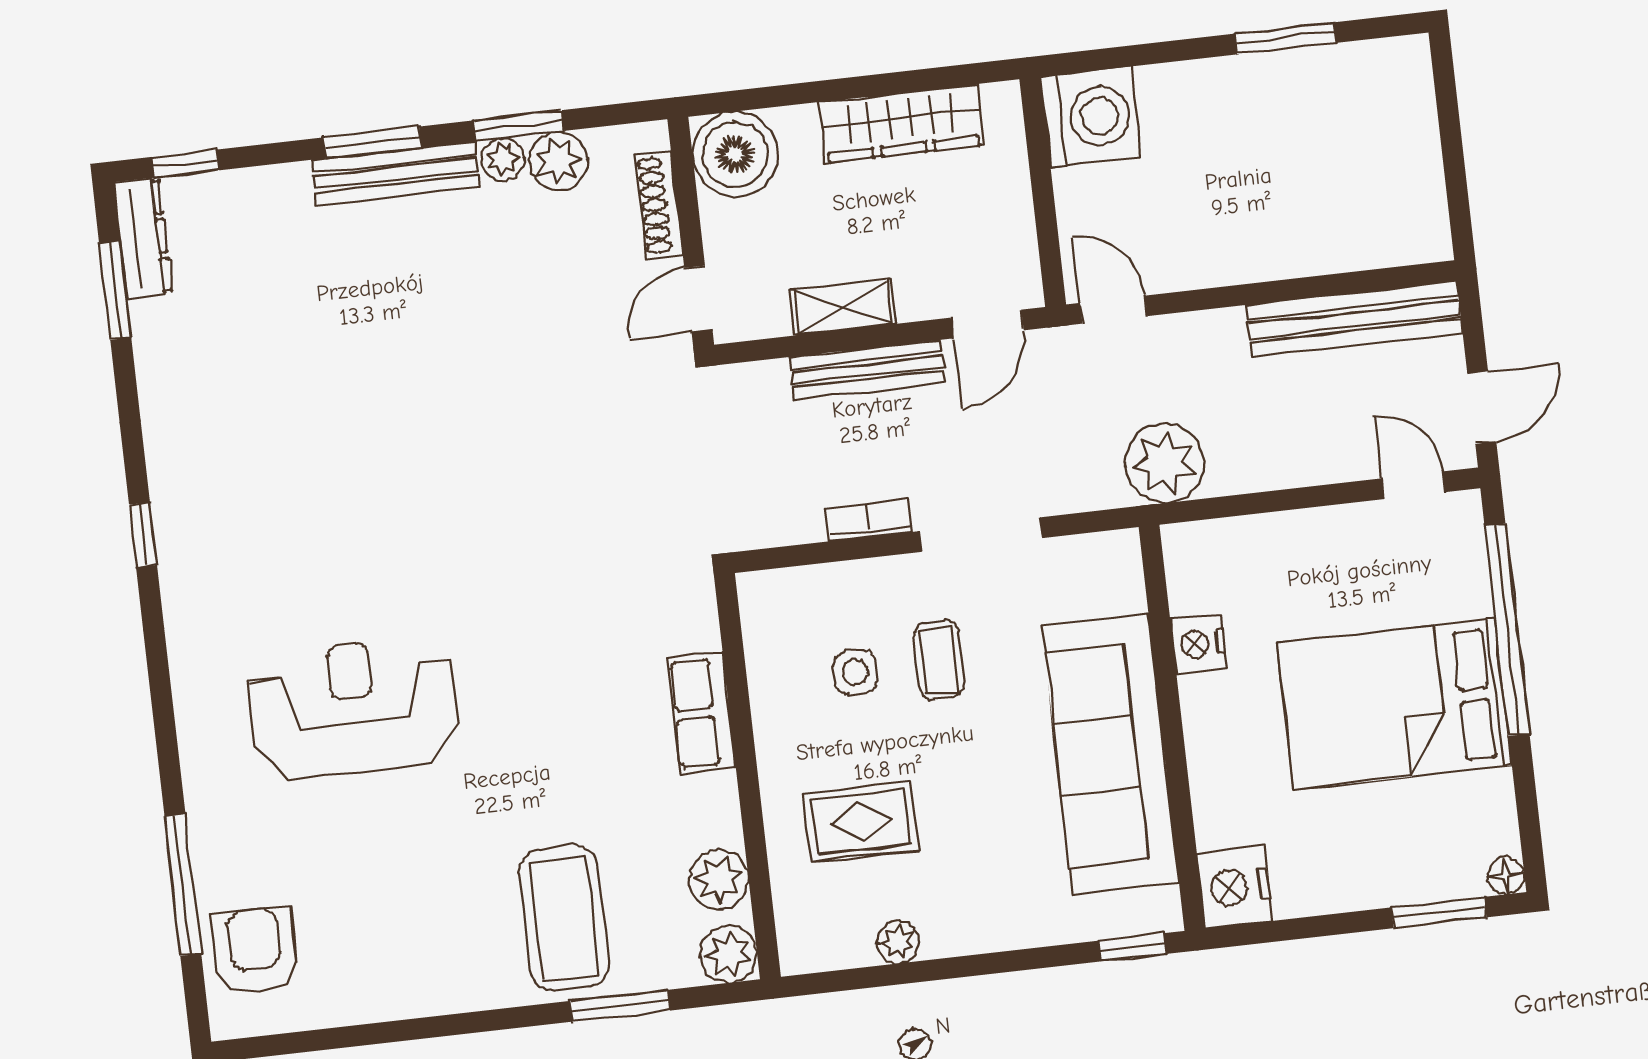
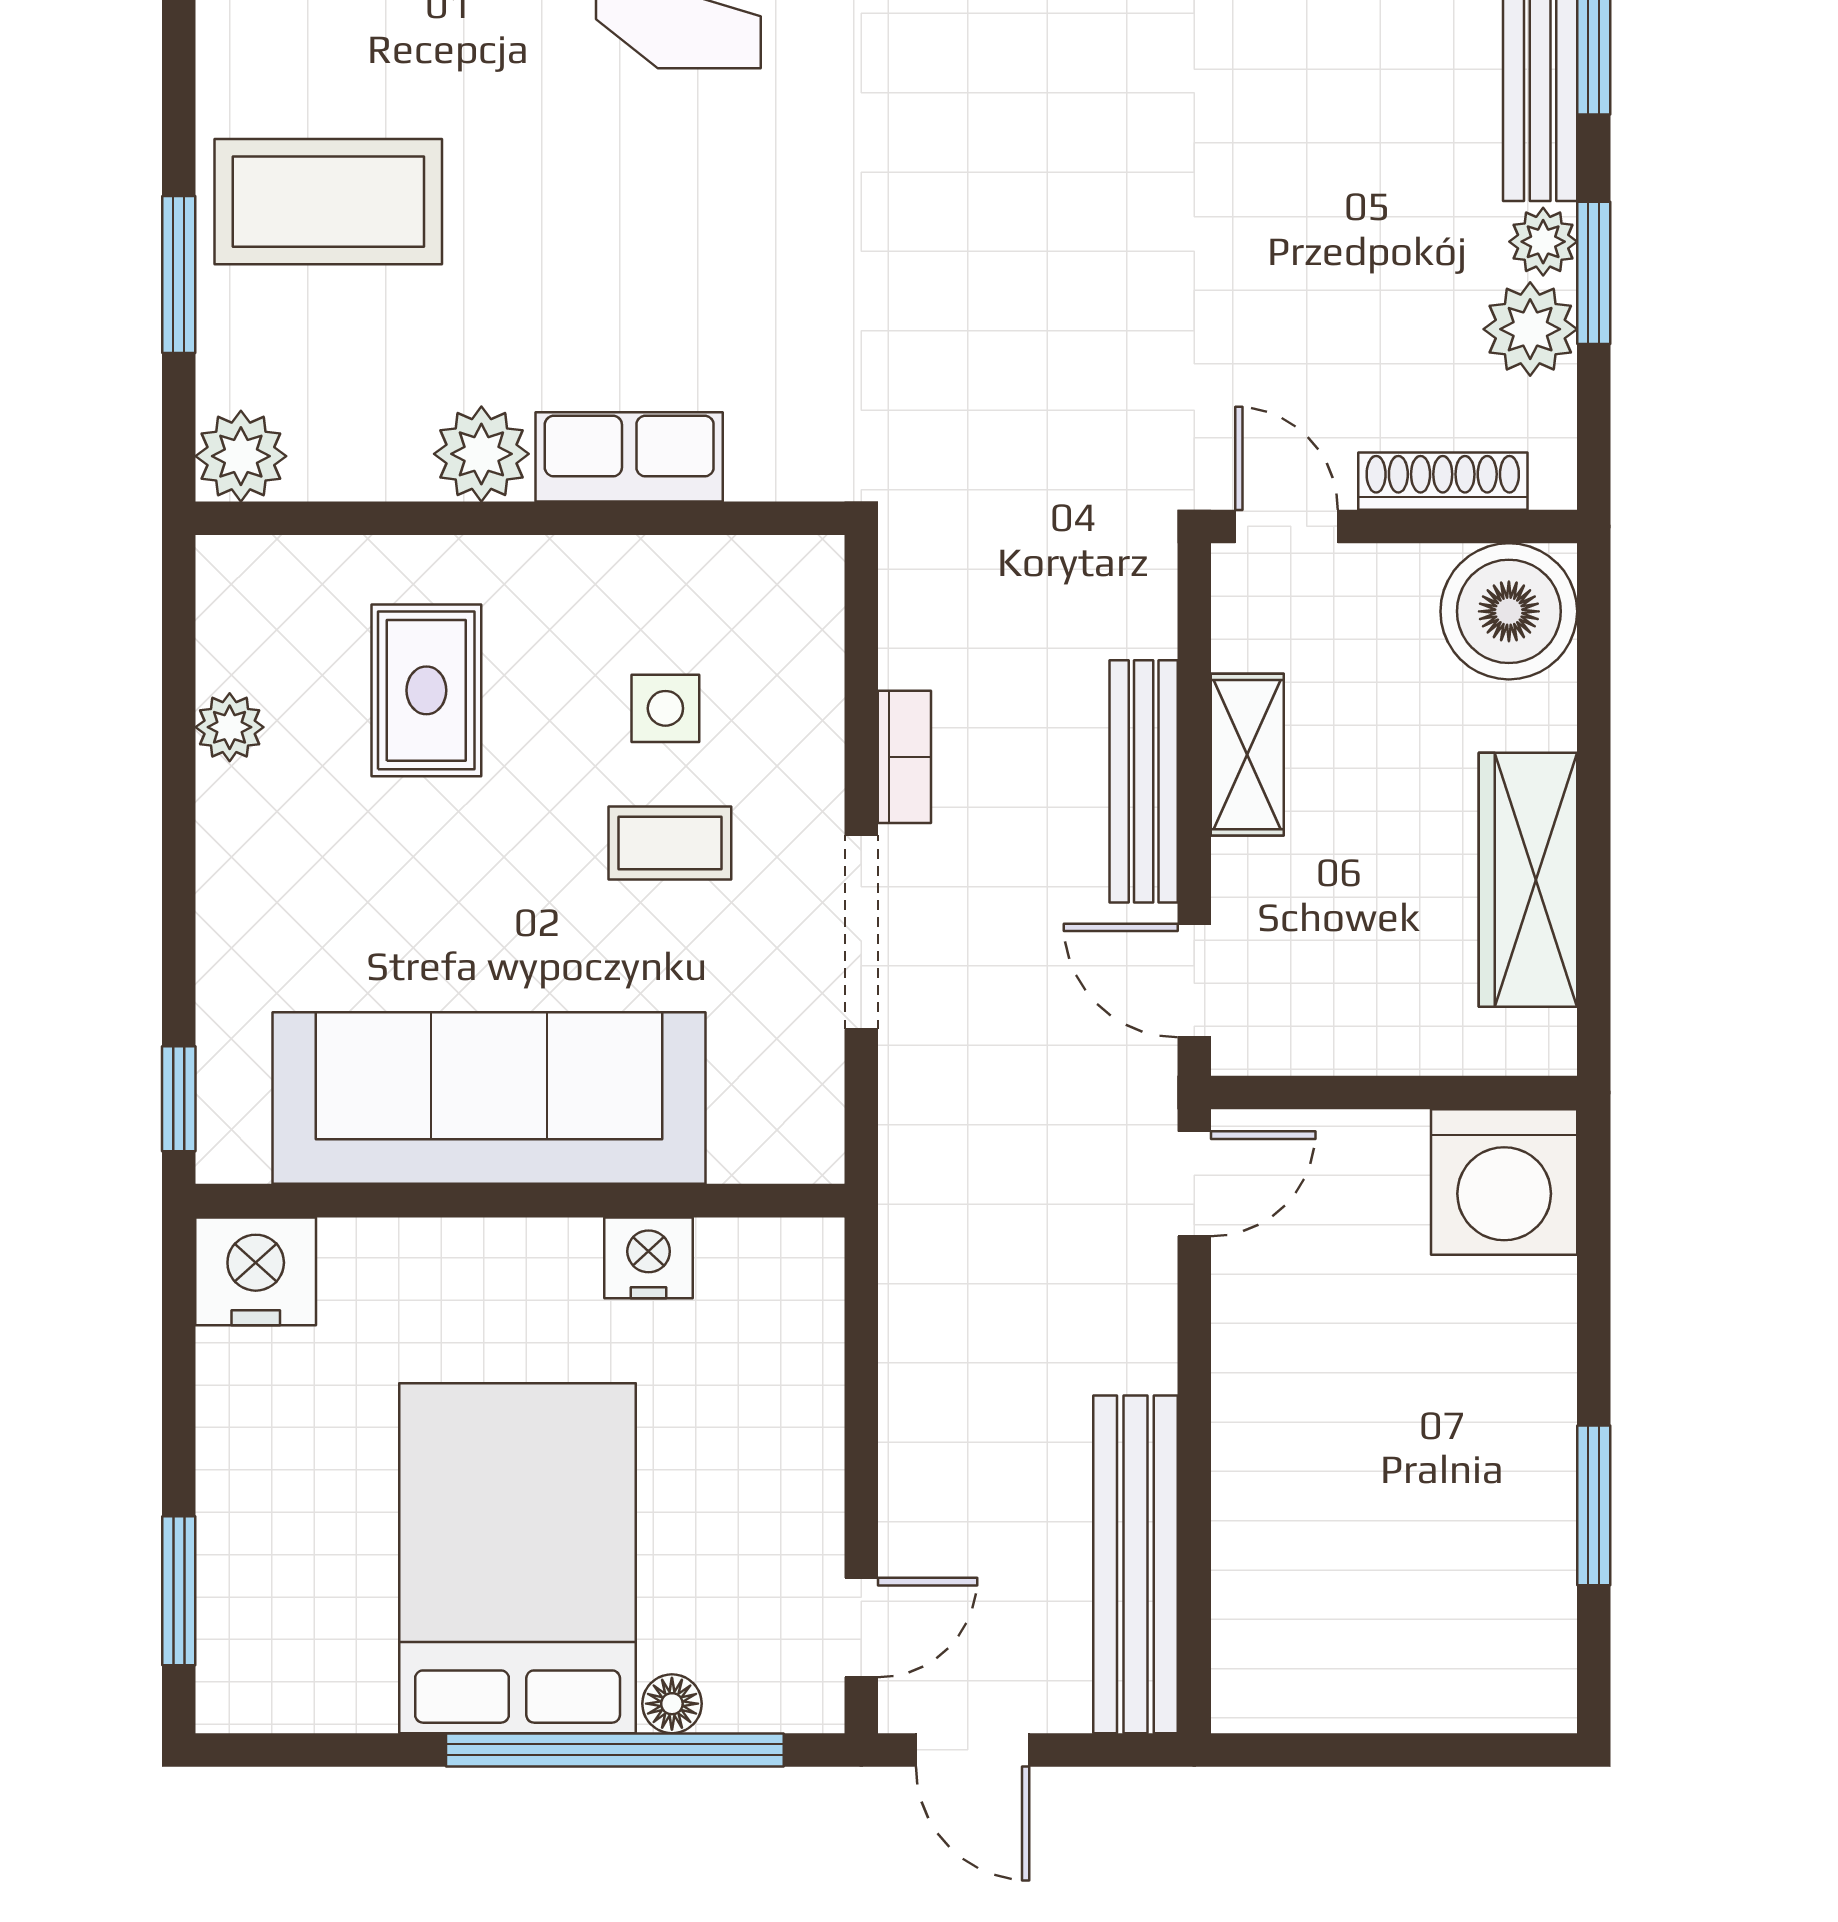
plant: (1164, 463) -> (941, 1236), removed
floor lamp: (1506, 876) -> (672, 1704), moved
plant: (719, 880) -> (481, 454), moved

